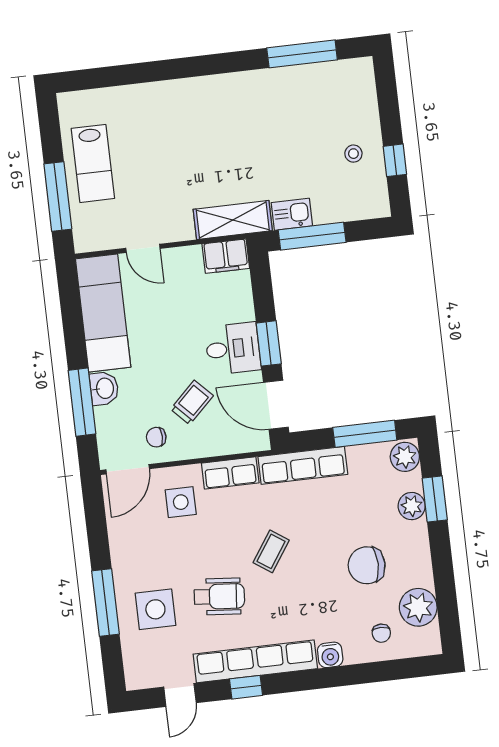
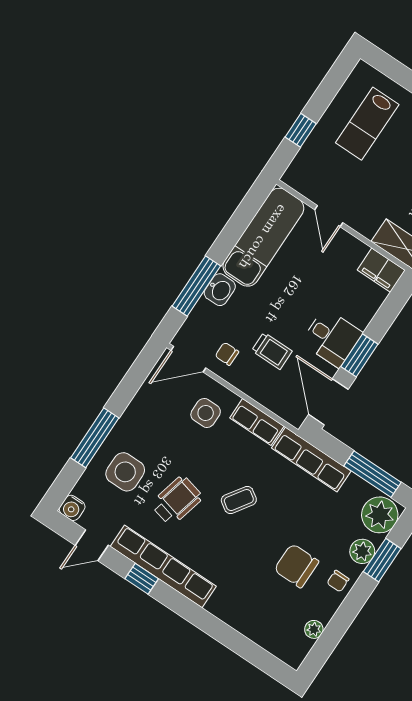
lab bench: (93, 163) -> (367, 124), moved
window: (58, 196) -> (301, 130), width x0.46
trolley: (192, 402) -> (272, 351), turned 44
plant: (405, 457) -> (380, 515), width x1.36, depth x1.36
wheelchair: (219, 596) -> (177, 501), turned -81
plant: (418, 607) -> (314, 629), width x0.53, depth x0.53
chair: (381, 633) -> (338, 581), moved
water cooler: (330, 655) -> (72, 508), moved

